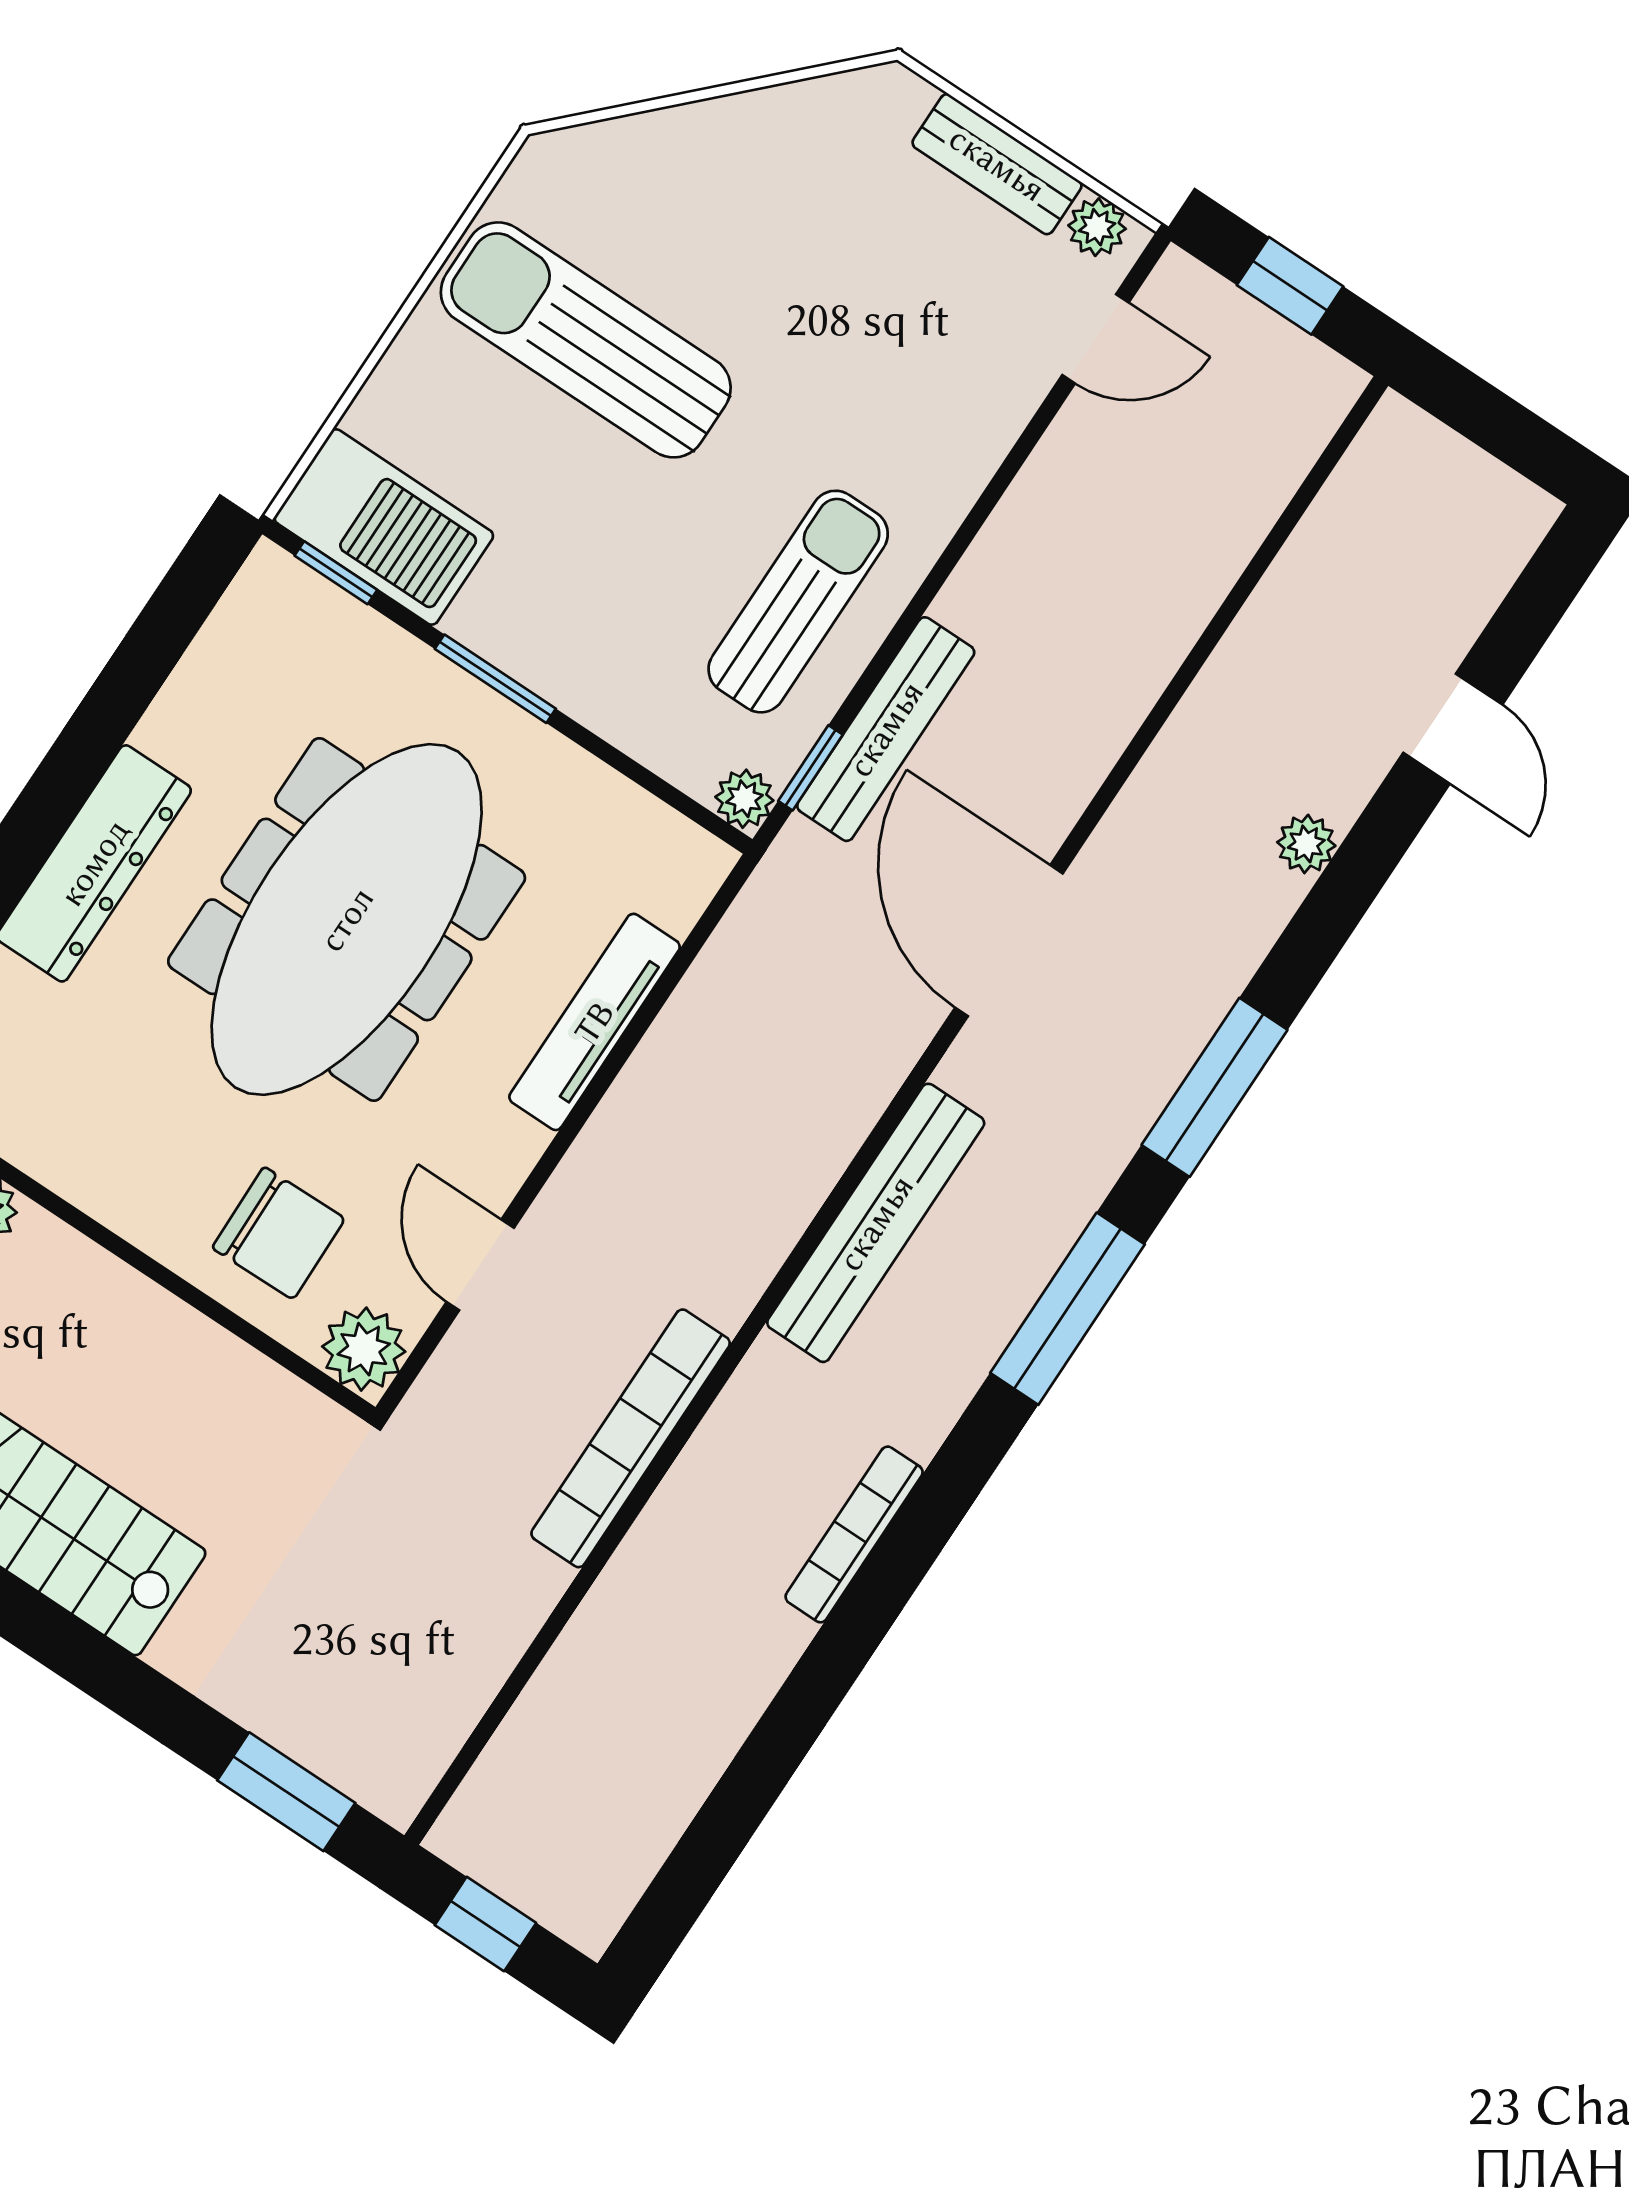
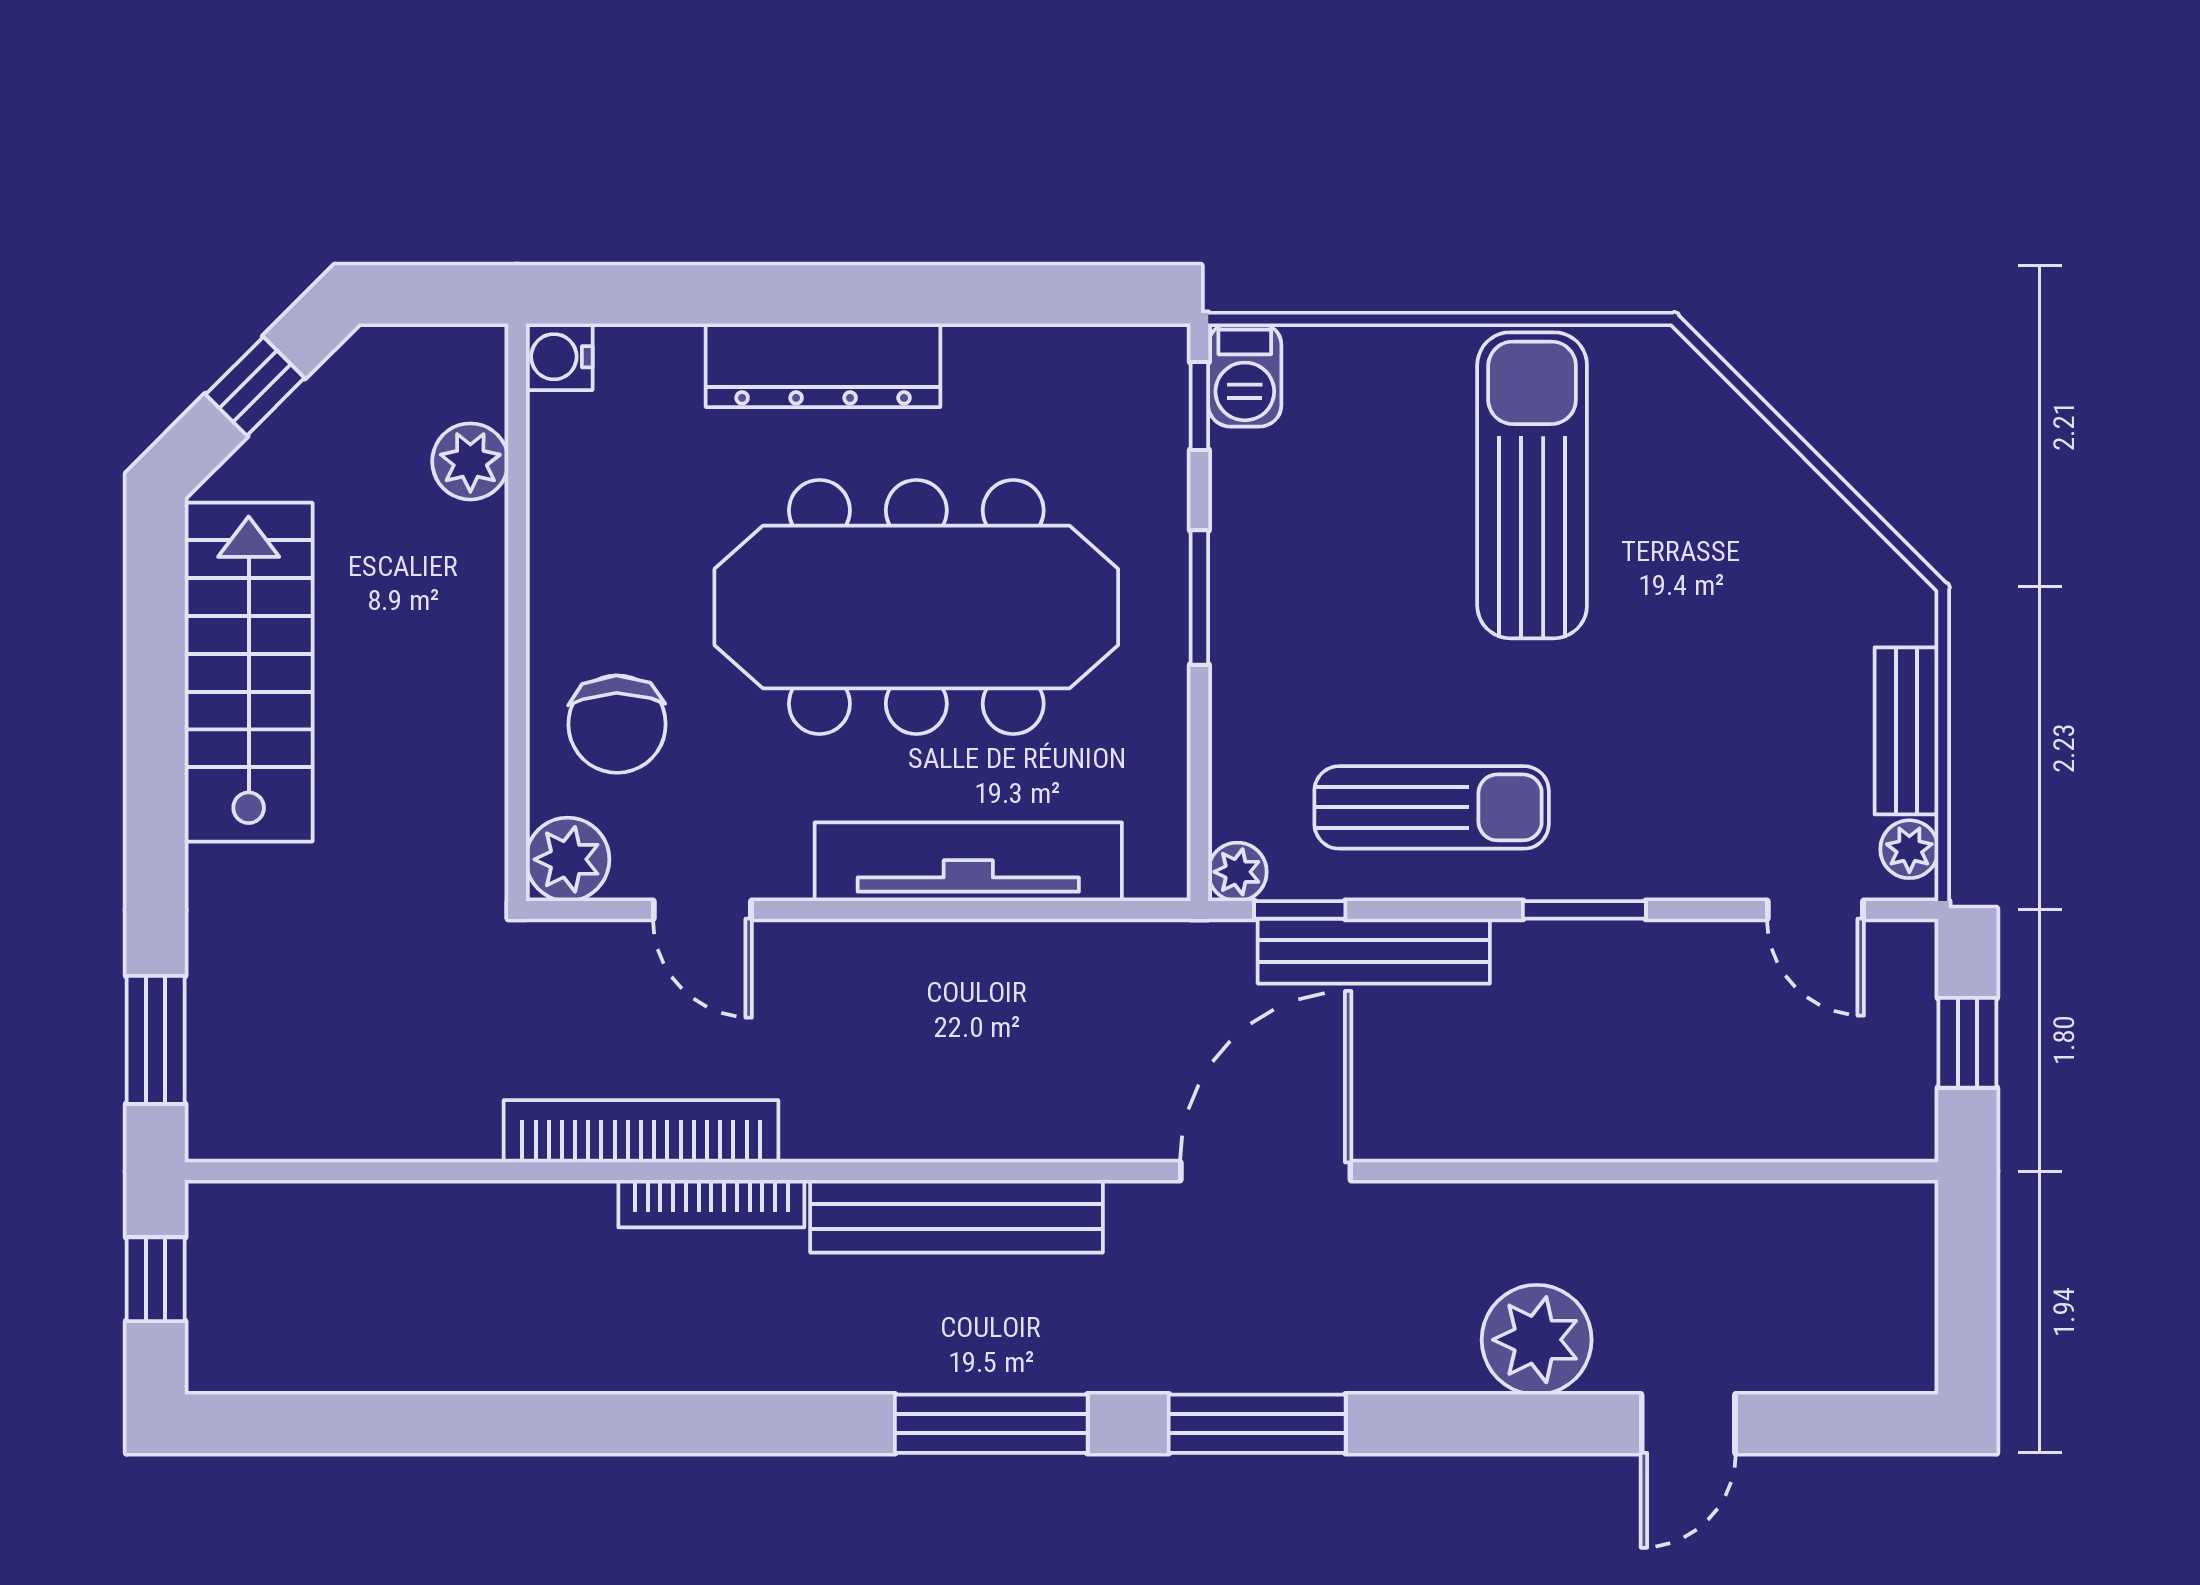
barbecue: (384, 527) -> (1245, 375), width x0.53, depth x0.65
window: (968, 531) -> (1584, 910), added
plant: (1306, 844) -> (1537, 1340), width x1.88, depth x1.88
tv unit: (595, 1022) -> (968, 862), width x1.36, depth x1.29
door: (480, 1265) -> (702, 910), swing flipped
bookcase: (854, 1534) -> (711, 1204), moved, turned 180

